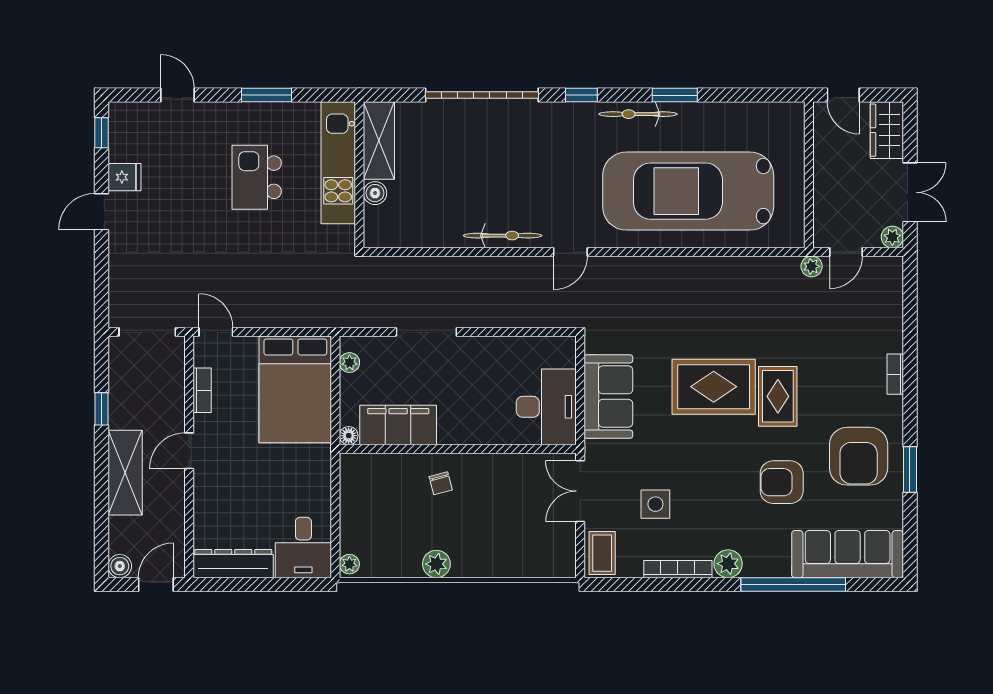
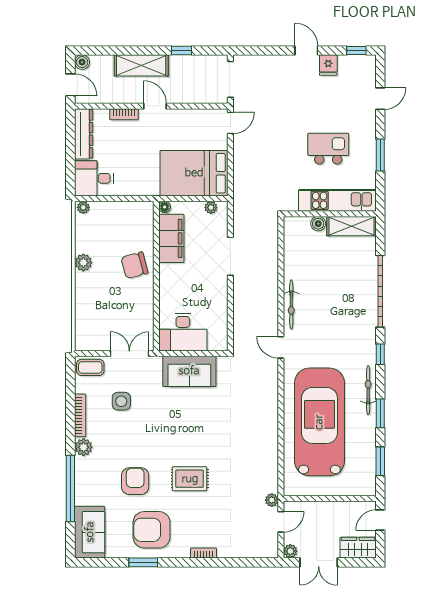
window: (750, 95) -> (380, 461), added
door: (846, 252) -> (281, 522), swing flipped
rug: (714, 387) -> (196, 438), removed
bookcase: (202, 390) -> (124, 114), moved
chair: (441, 483) -> (134, 265), width x1.87, depth x1.87
sofa: (848, 554) -> (90, 532), width x0.73

